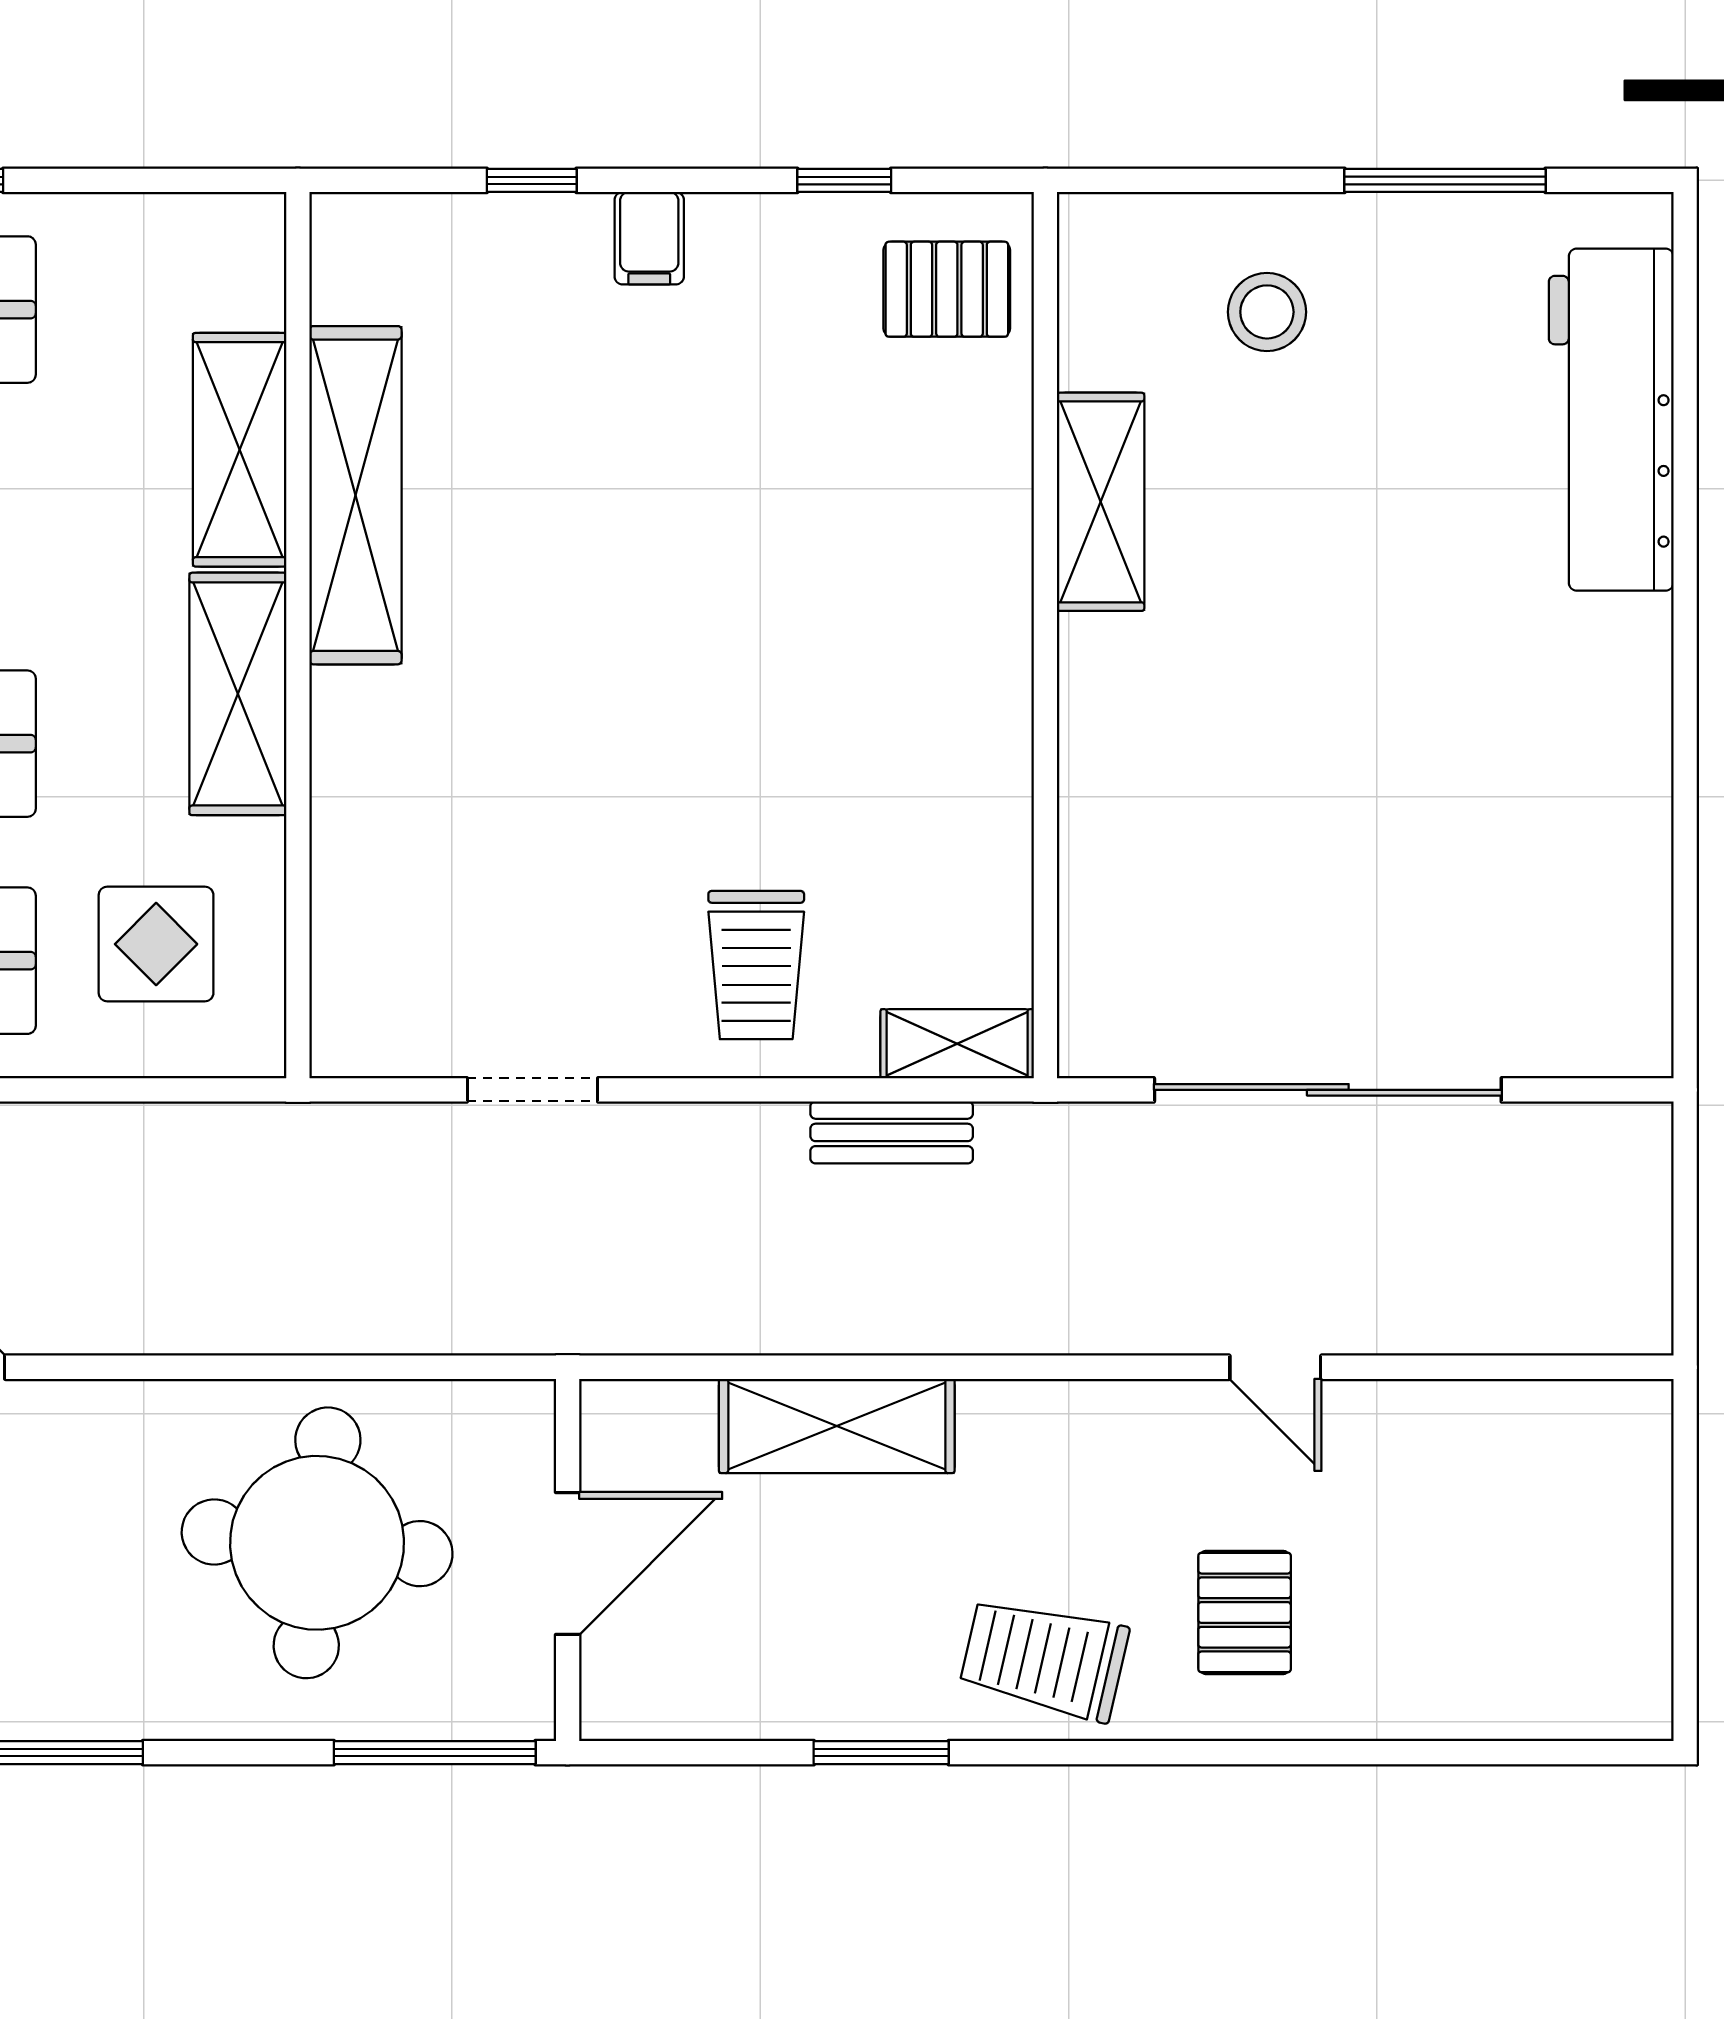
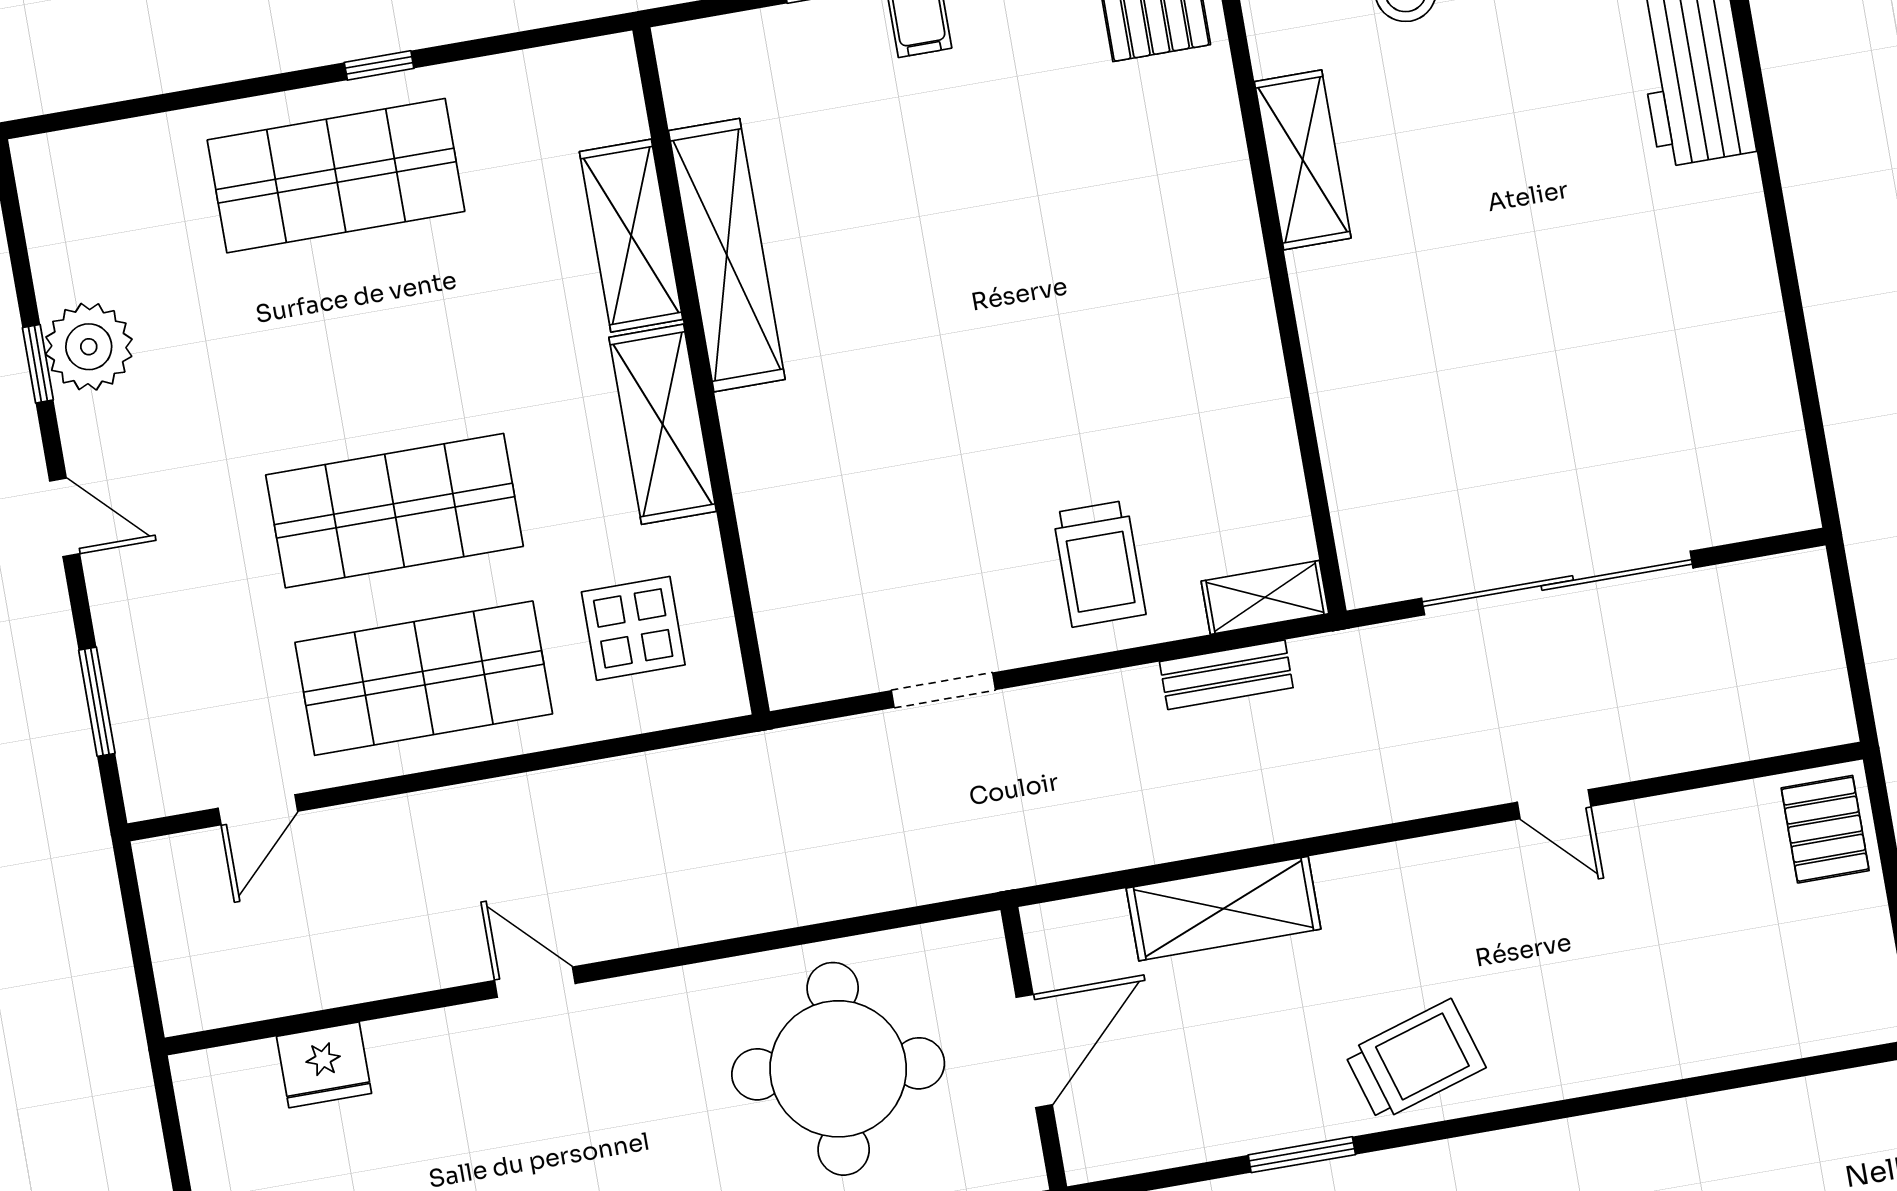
pallet: (1245, 1612) -> (1825, 829), moved
trolley: (1044, 1659) -> (1415, 1060), turned 150

